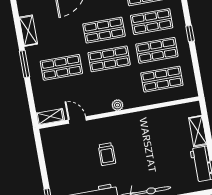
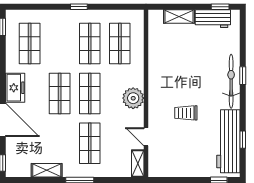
shop shelf: (152, 22) -> (60, 44), removed
plant: (117, 105) -> (133, 98), width x1.87, depth x1.87
door: (77, 120) -> (146, 137), hinge flipped
trolley: (107, 154) -> (186, 113), turned 180

